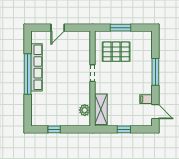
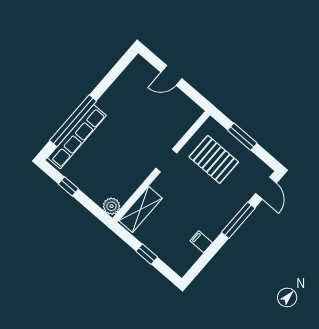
row of seats: (37, 67) -> (77, 137), moved
window: (28, 74) -> (73, 121), moved
plant: (85, 110) -> (111, 206), moved
door: (155, 112) -> (266, 188), moved

